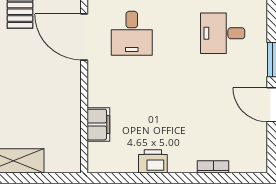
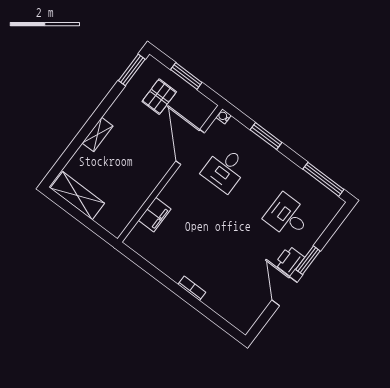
printer: (153, 161) -> (289, 261), moved, turned -90
bookcase: (213, 167) -> (192, 288), moved

